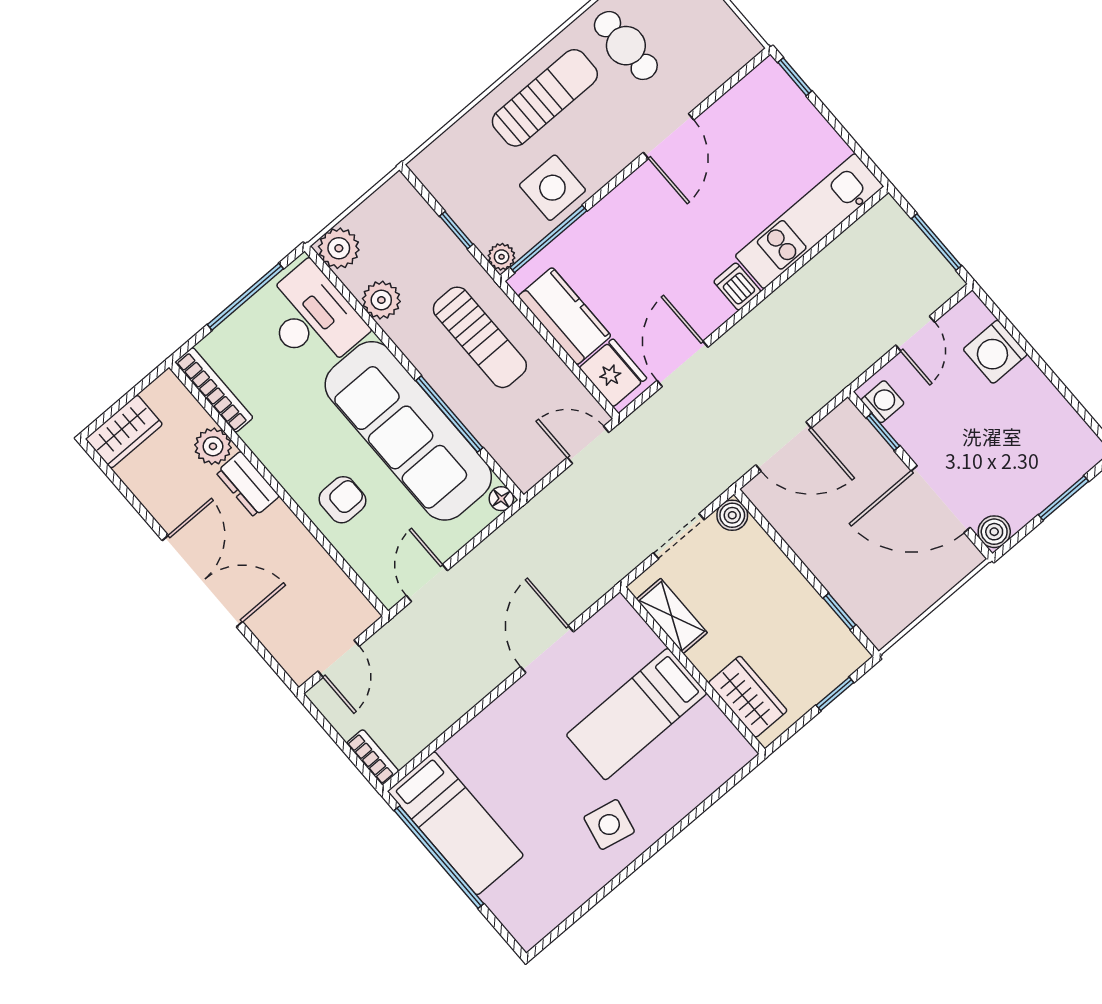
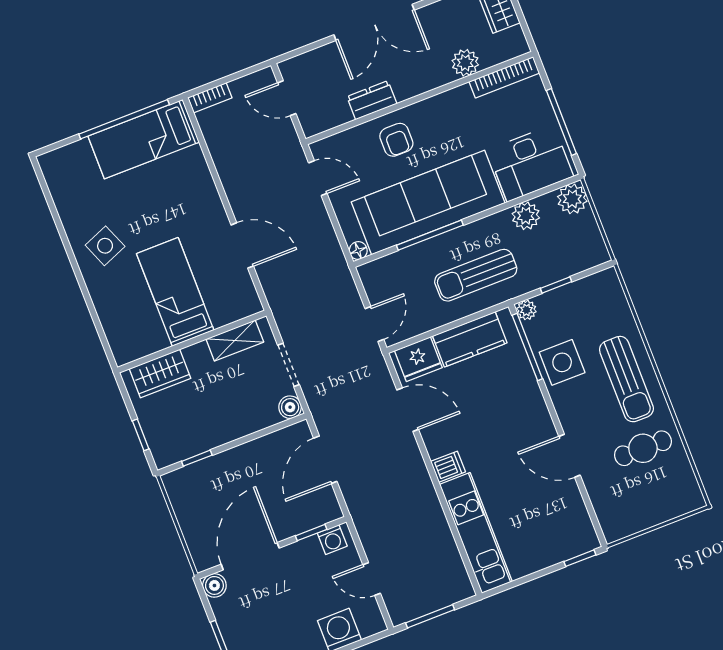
dresser: (248, 484) -> (372, 100), moved
side table: (609, 825) -> (105, 246), turned -34

